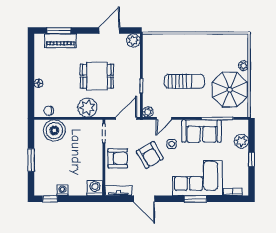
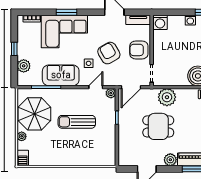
plant: (133, 40) -> (170, 160), moved
barbecue: (242, 42) -> (23, 158), added

